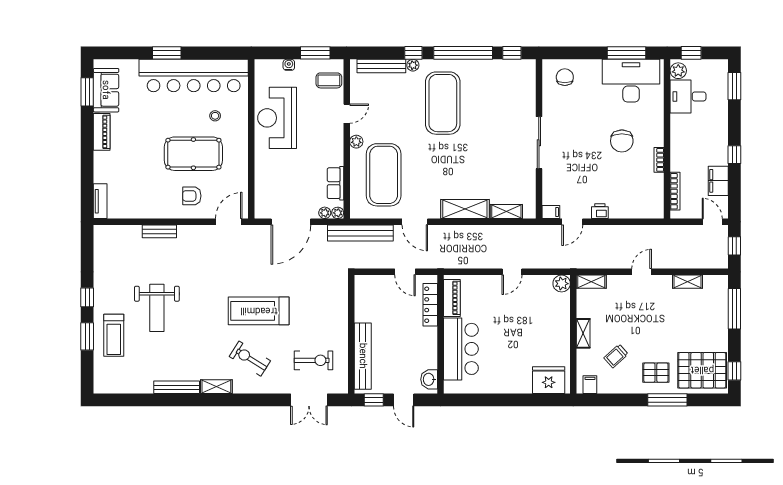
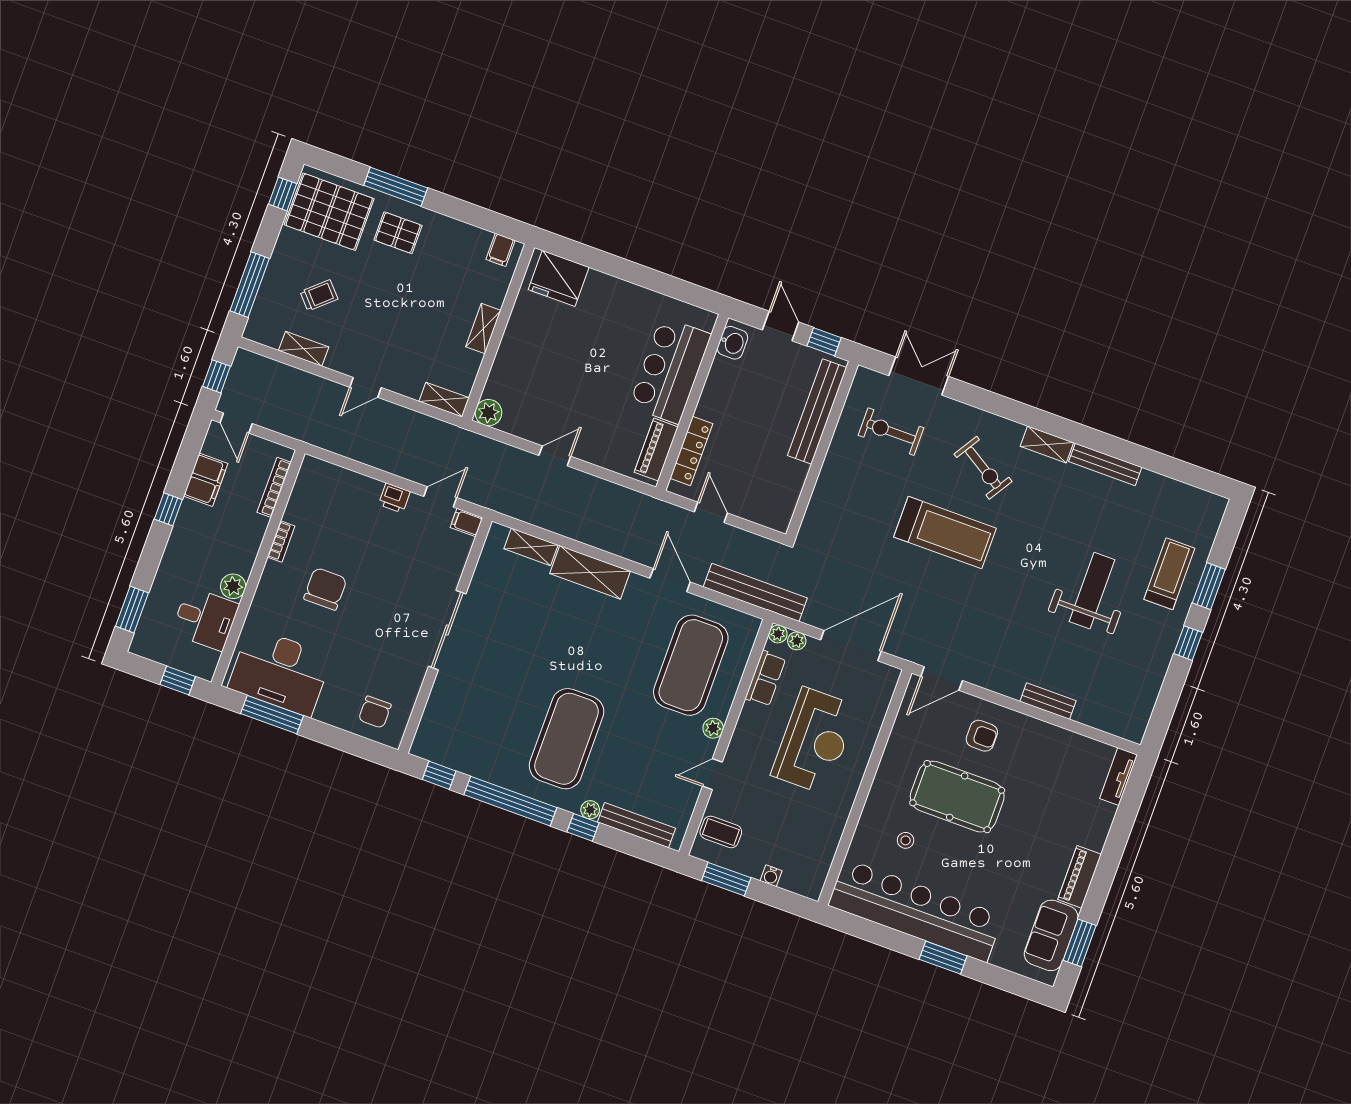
plant: (678, 71) -> (233, 586), moved
reception desk: (277, 118) -> (814, 741), moved
trolley: (616, 356) -> (319, 295), moved

